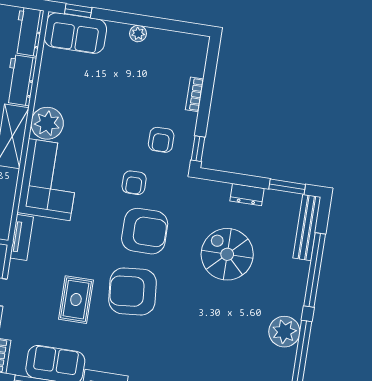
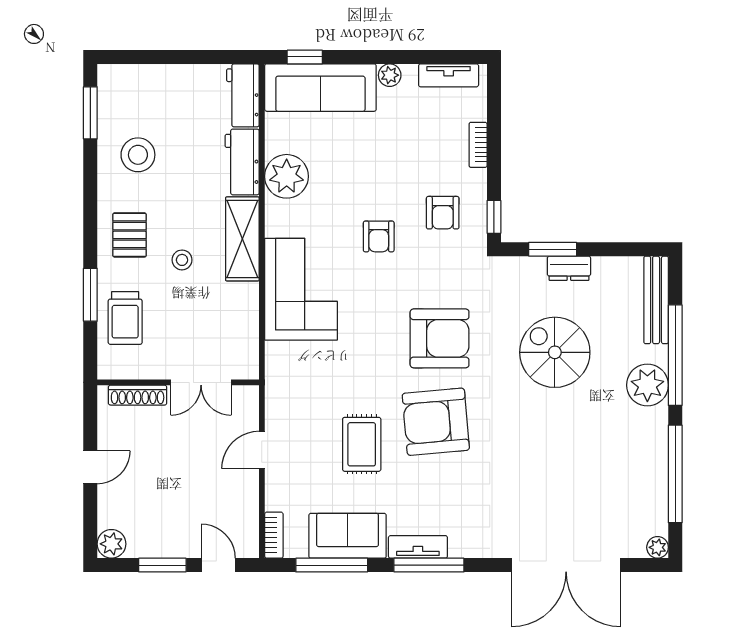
sofa: (75, 33) -> (320, 88), width x1.36
plant: (47, 123) -> (287, 176), moved
armchair: (134, 183) -> (379, 236), moved
window: (287, 187) -> (553, 249), moved
tv unit: (22, 237) -> (449, 75), moved, turned 90
plant: (284, 332) -> (647, 385), moved

